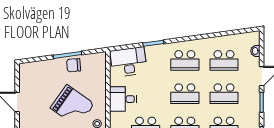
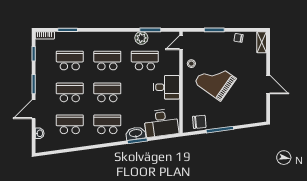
washbasin: (155, 51) -> (136, 133), added
chair: (74, 65) -> (199, 122), moved

